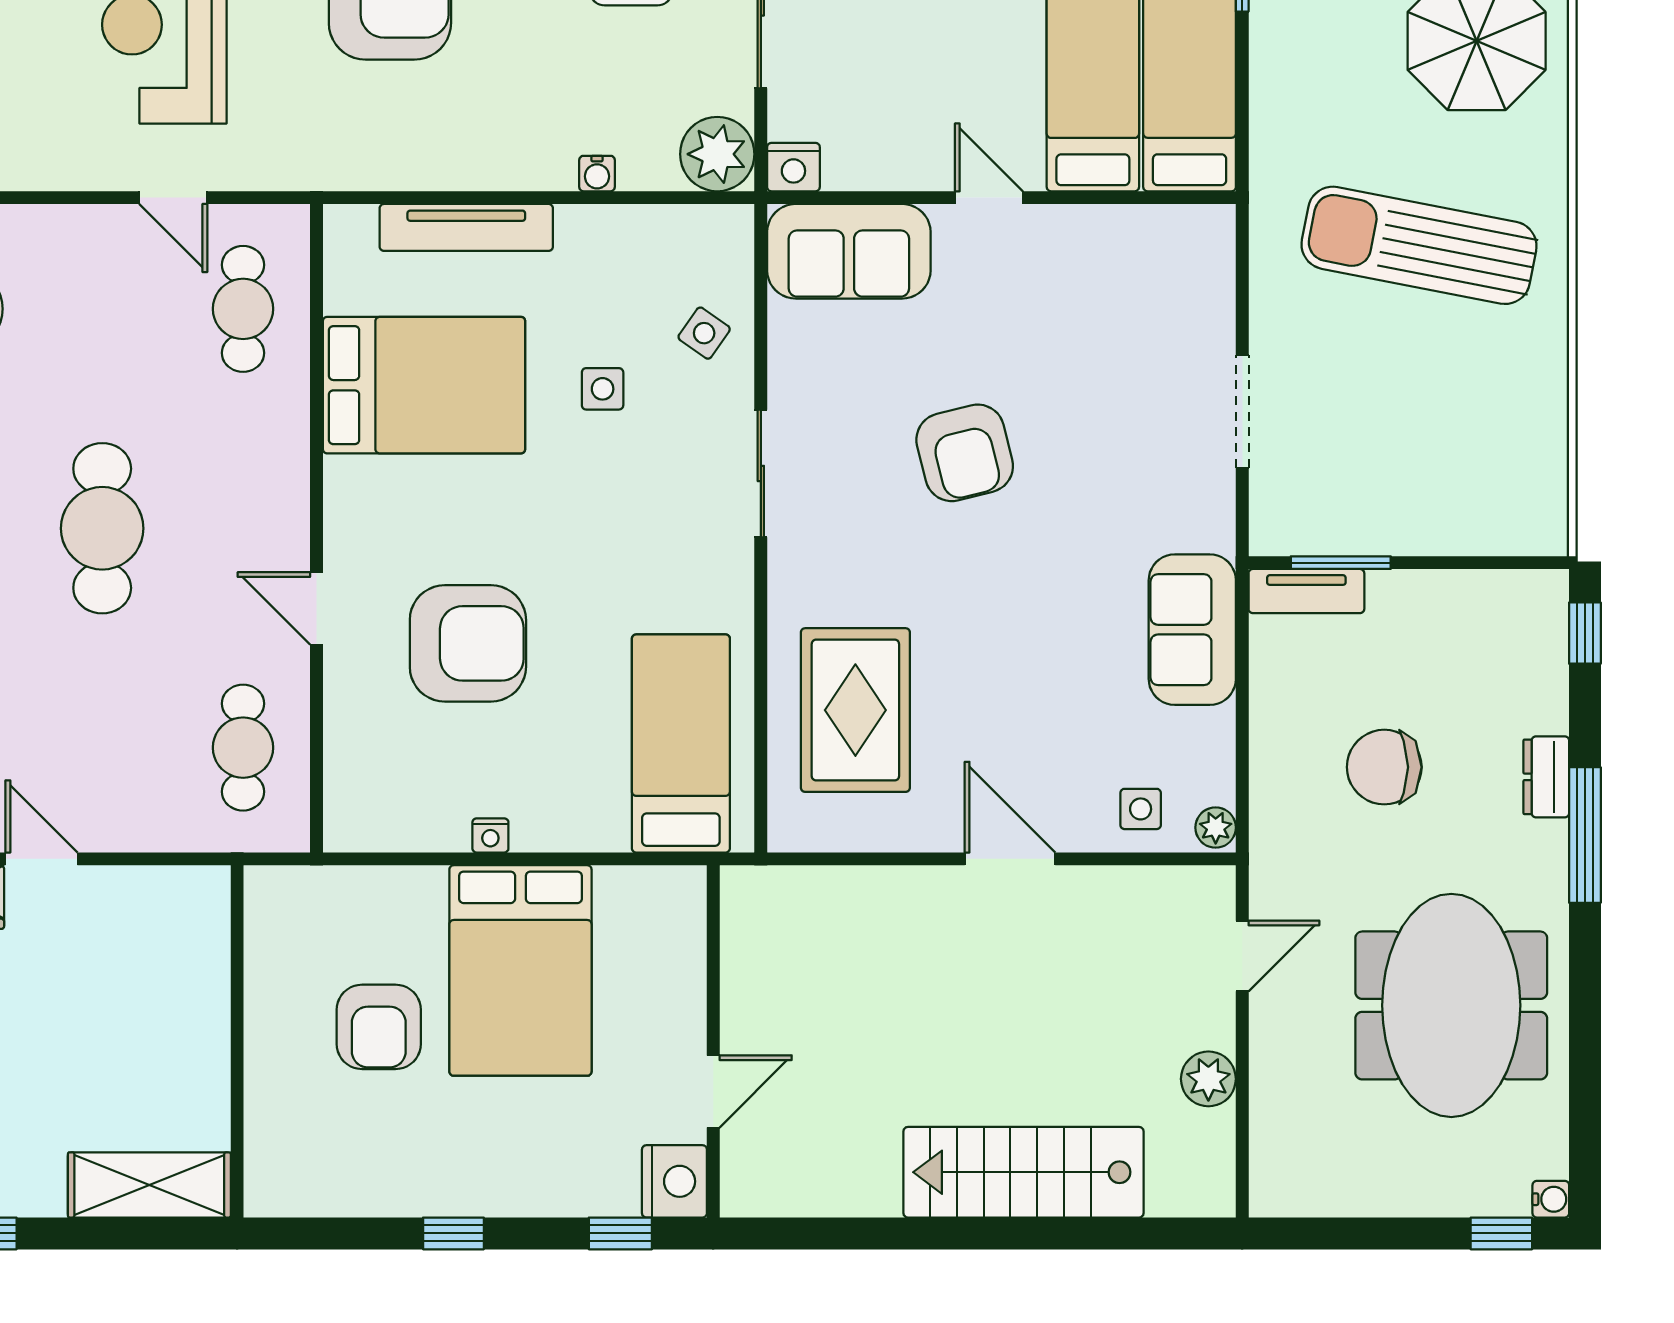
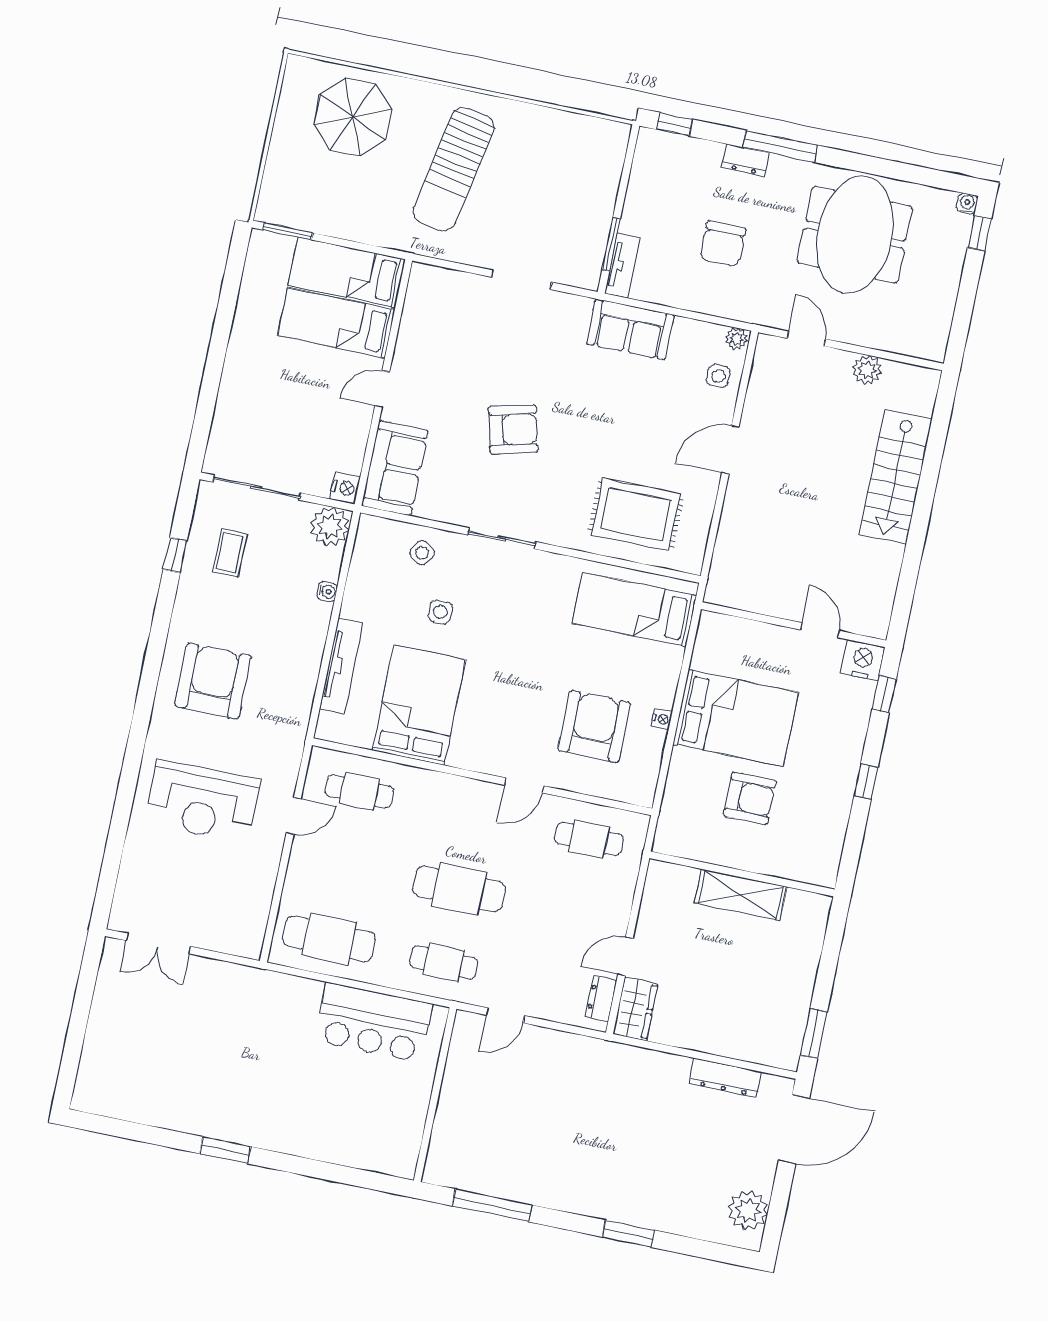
armchair: (468, 643) -> (594, 726), moved
meeting table: (1451, 1005) -> (855, 235), turned 90
shelving: (149, 1185) -> (741, 895), moved, turned 90

